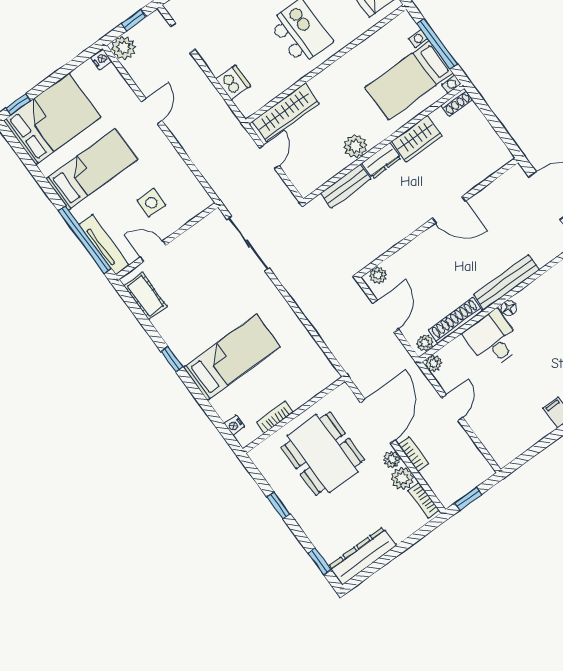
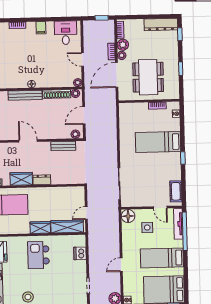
wardrobe: (329, 80) -> (40, 228), added
plant: (355, 146) -> (48, 193), removed
bench: (346, 186) -> (63, 146), moved
floor lamp: (196, 200) -> (128, 216), added
desk: (493, 340) -> (66, 33), moved, turned 180
door: (452, 408) -> (83, 59), hinge flipped

